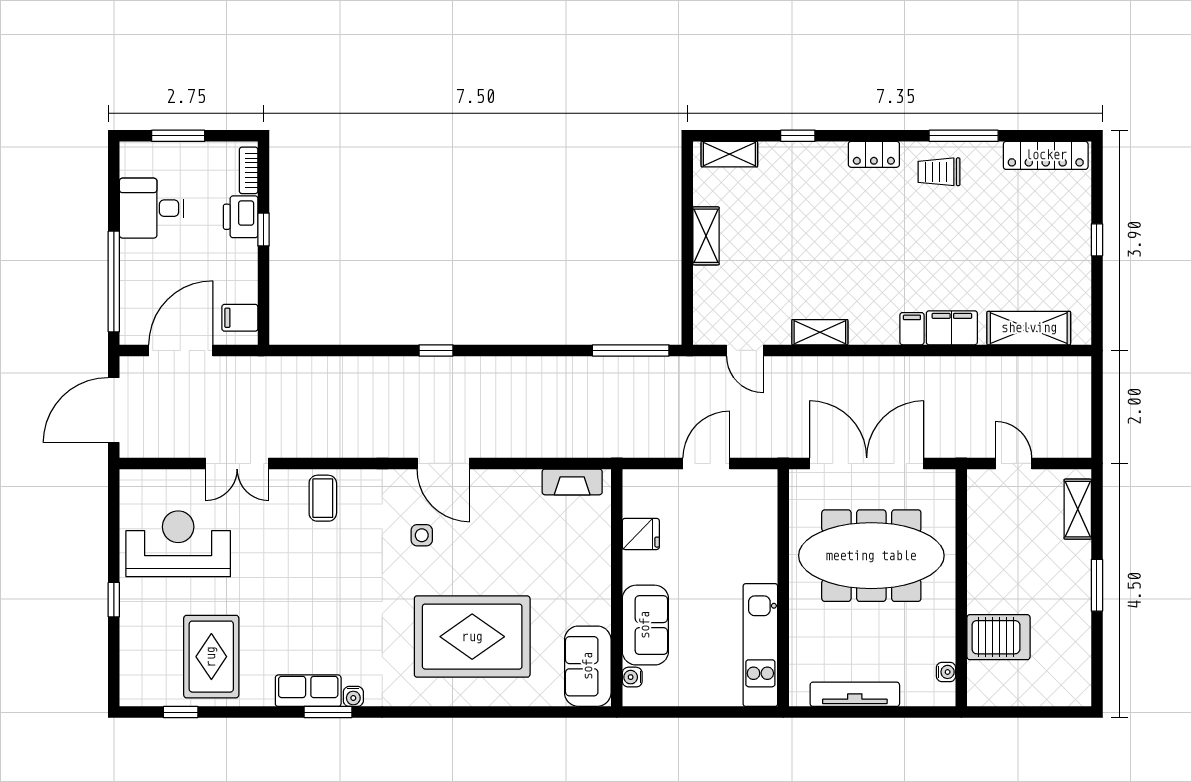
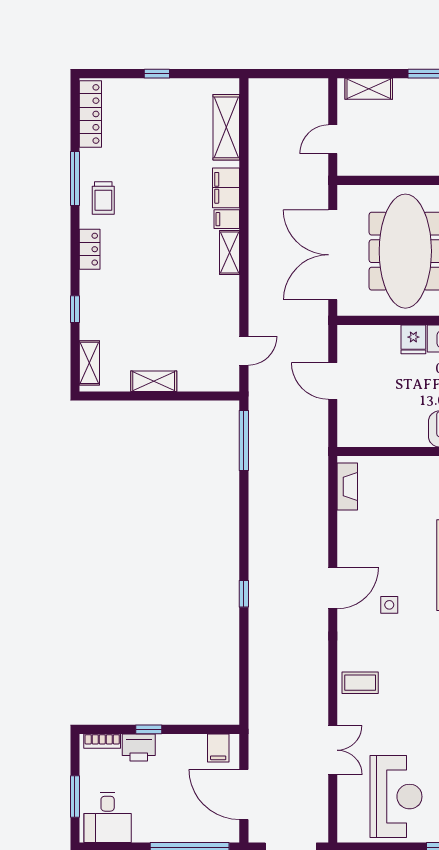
desk: (152, 208) -> (108, 817), moved
shelving: (820, 332) -> (229, 253), moved
fridge: (641, 534) -> (413, 339), moved, turned 180
reception desk: (178, 544) -> (396, 797), turned 180

